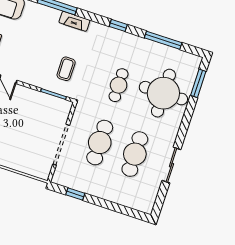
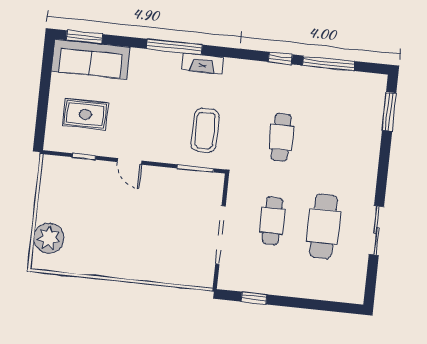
window: (118, 25) -> (280, 58), moved
coffee table: (66, 69) -> (205, 130), width x1.36, depth x1.30
round table: (163, 93) -> (345, 135), removed
cafe table: (100, 143) -> (272, 221), width x0.73, depth x0.74

